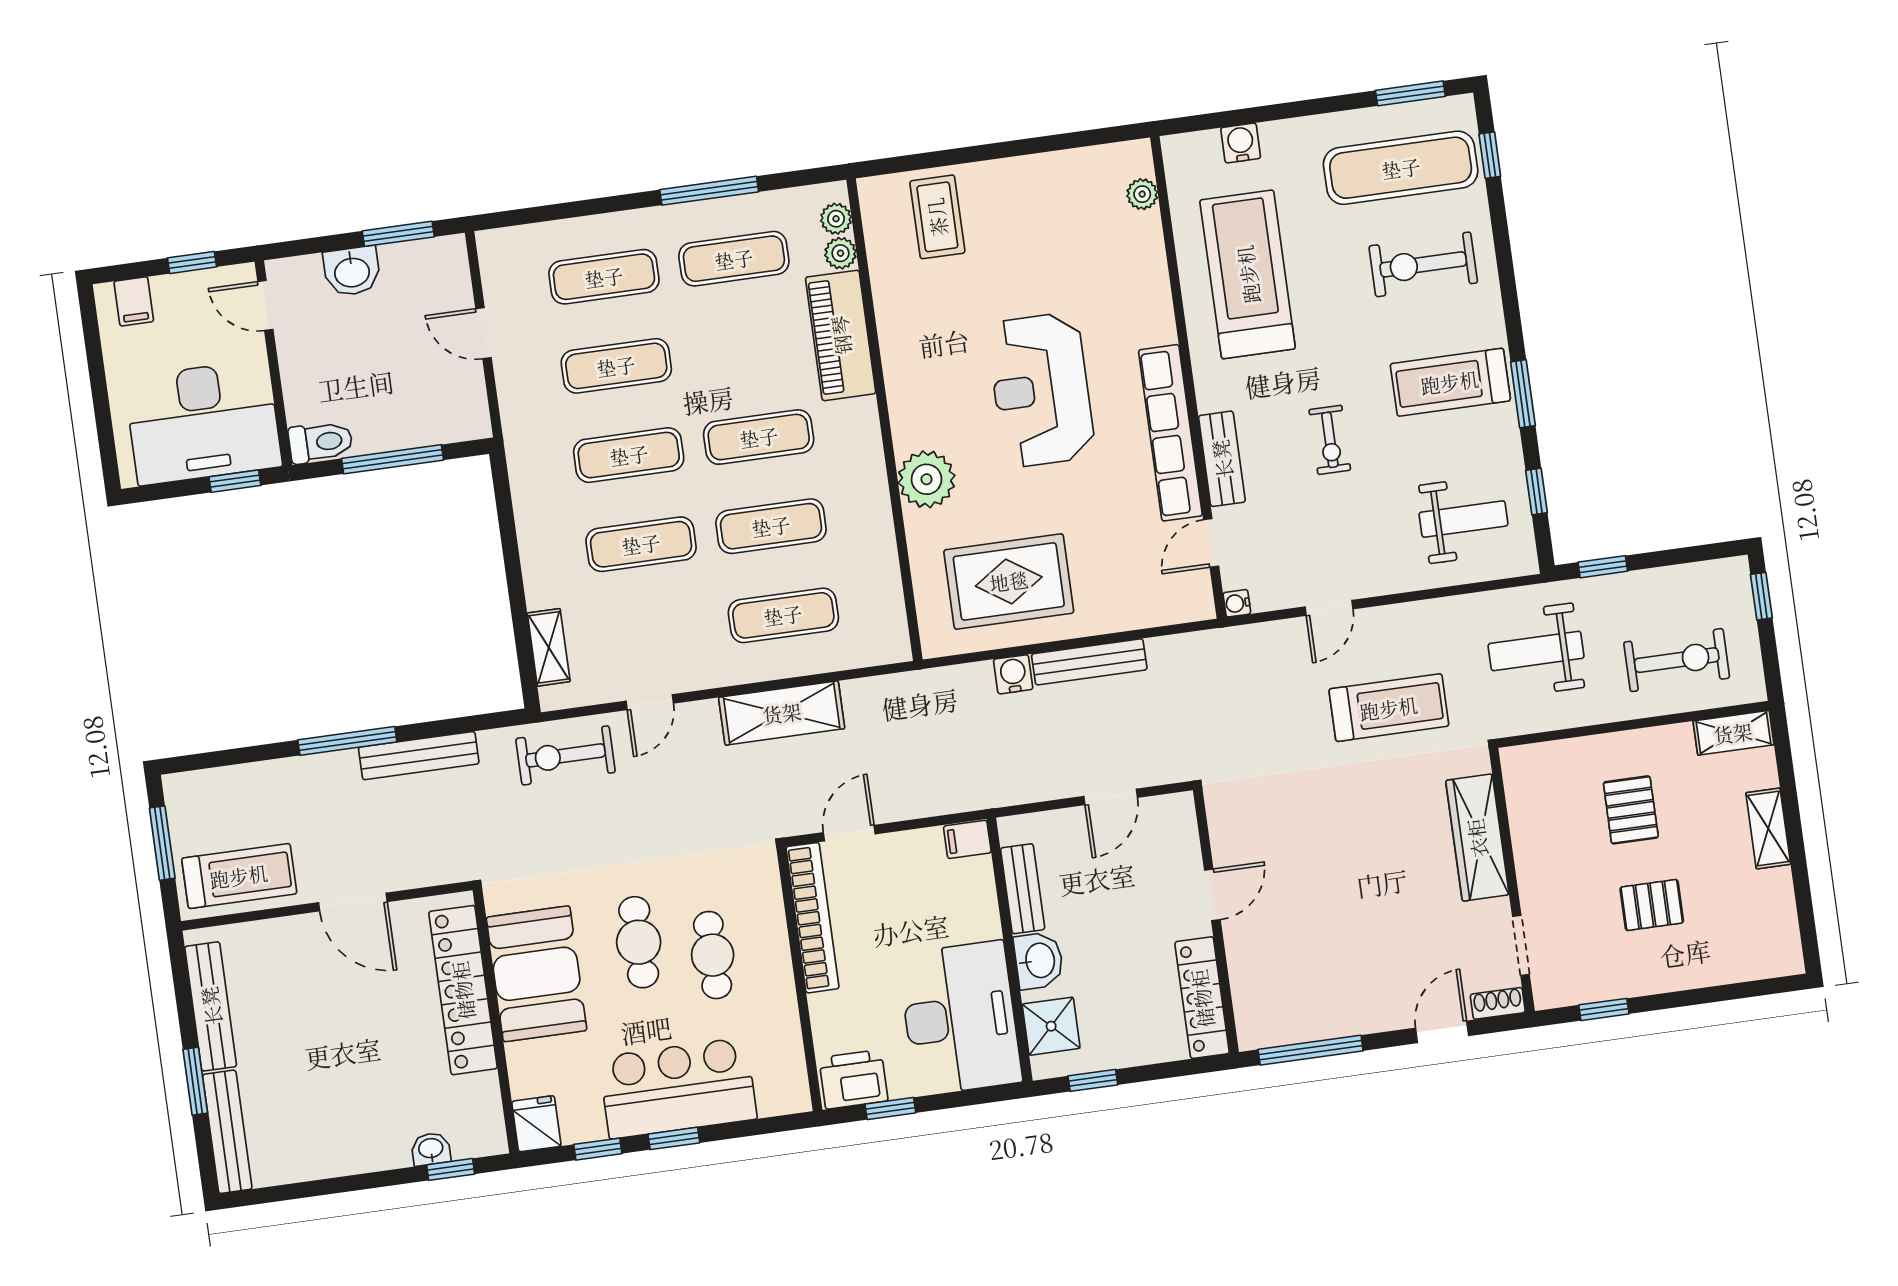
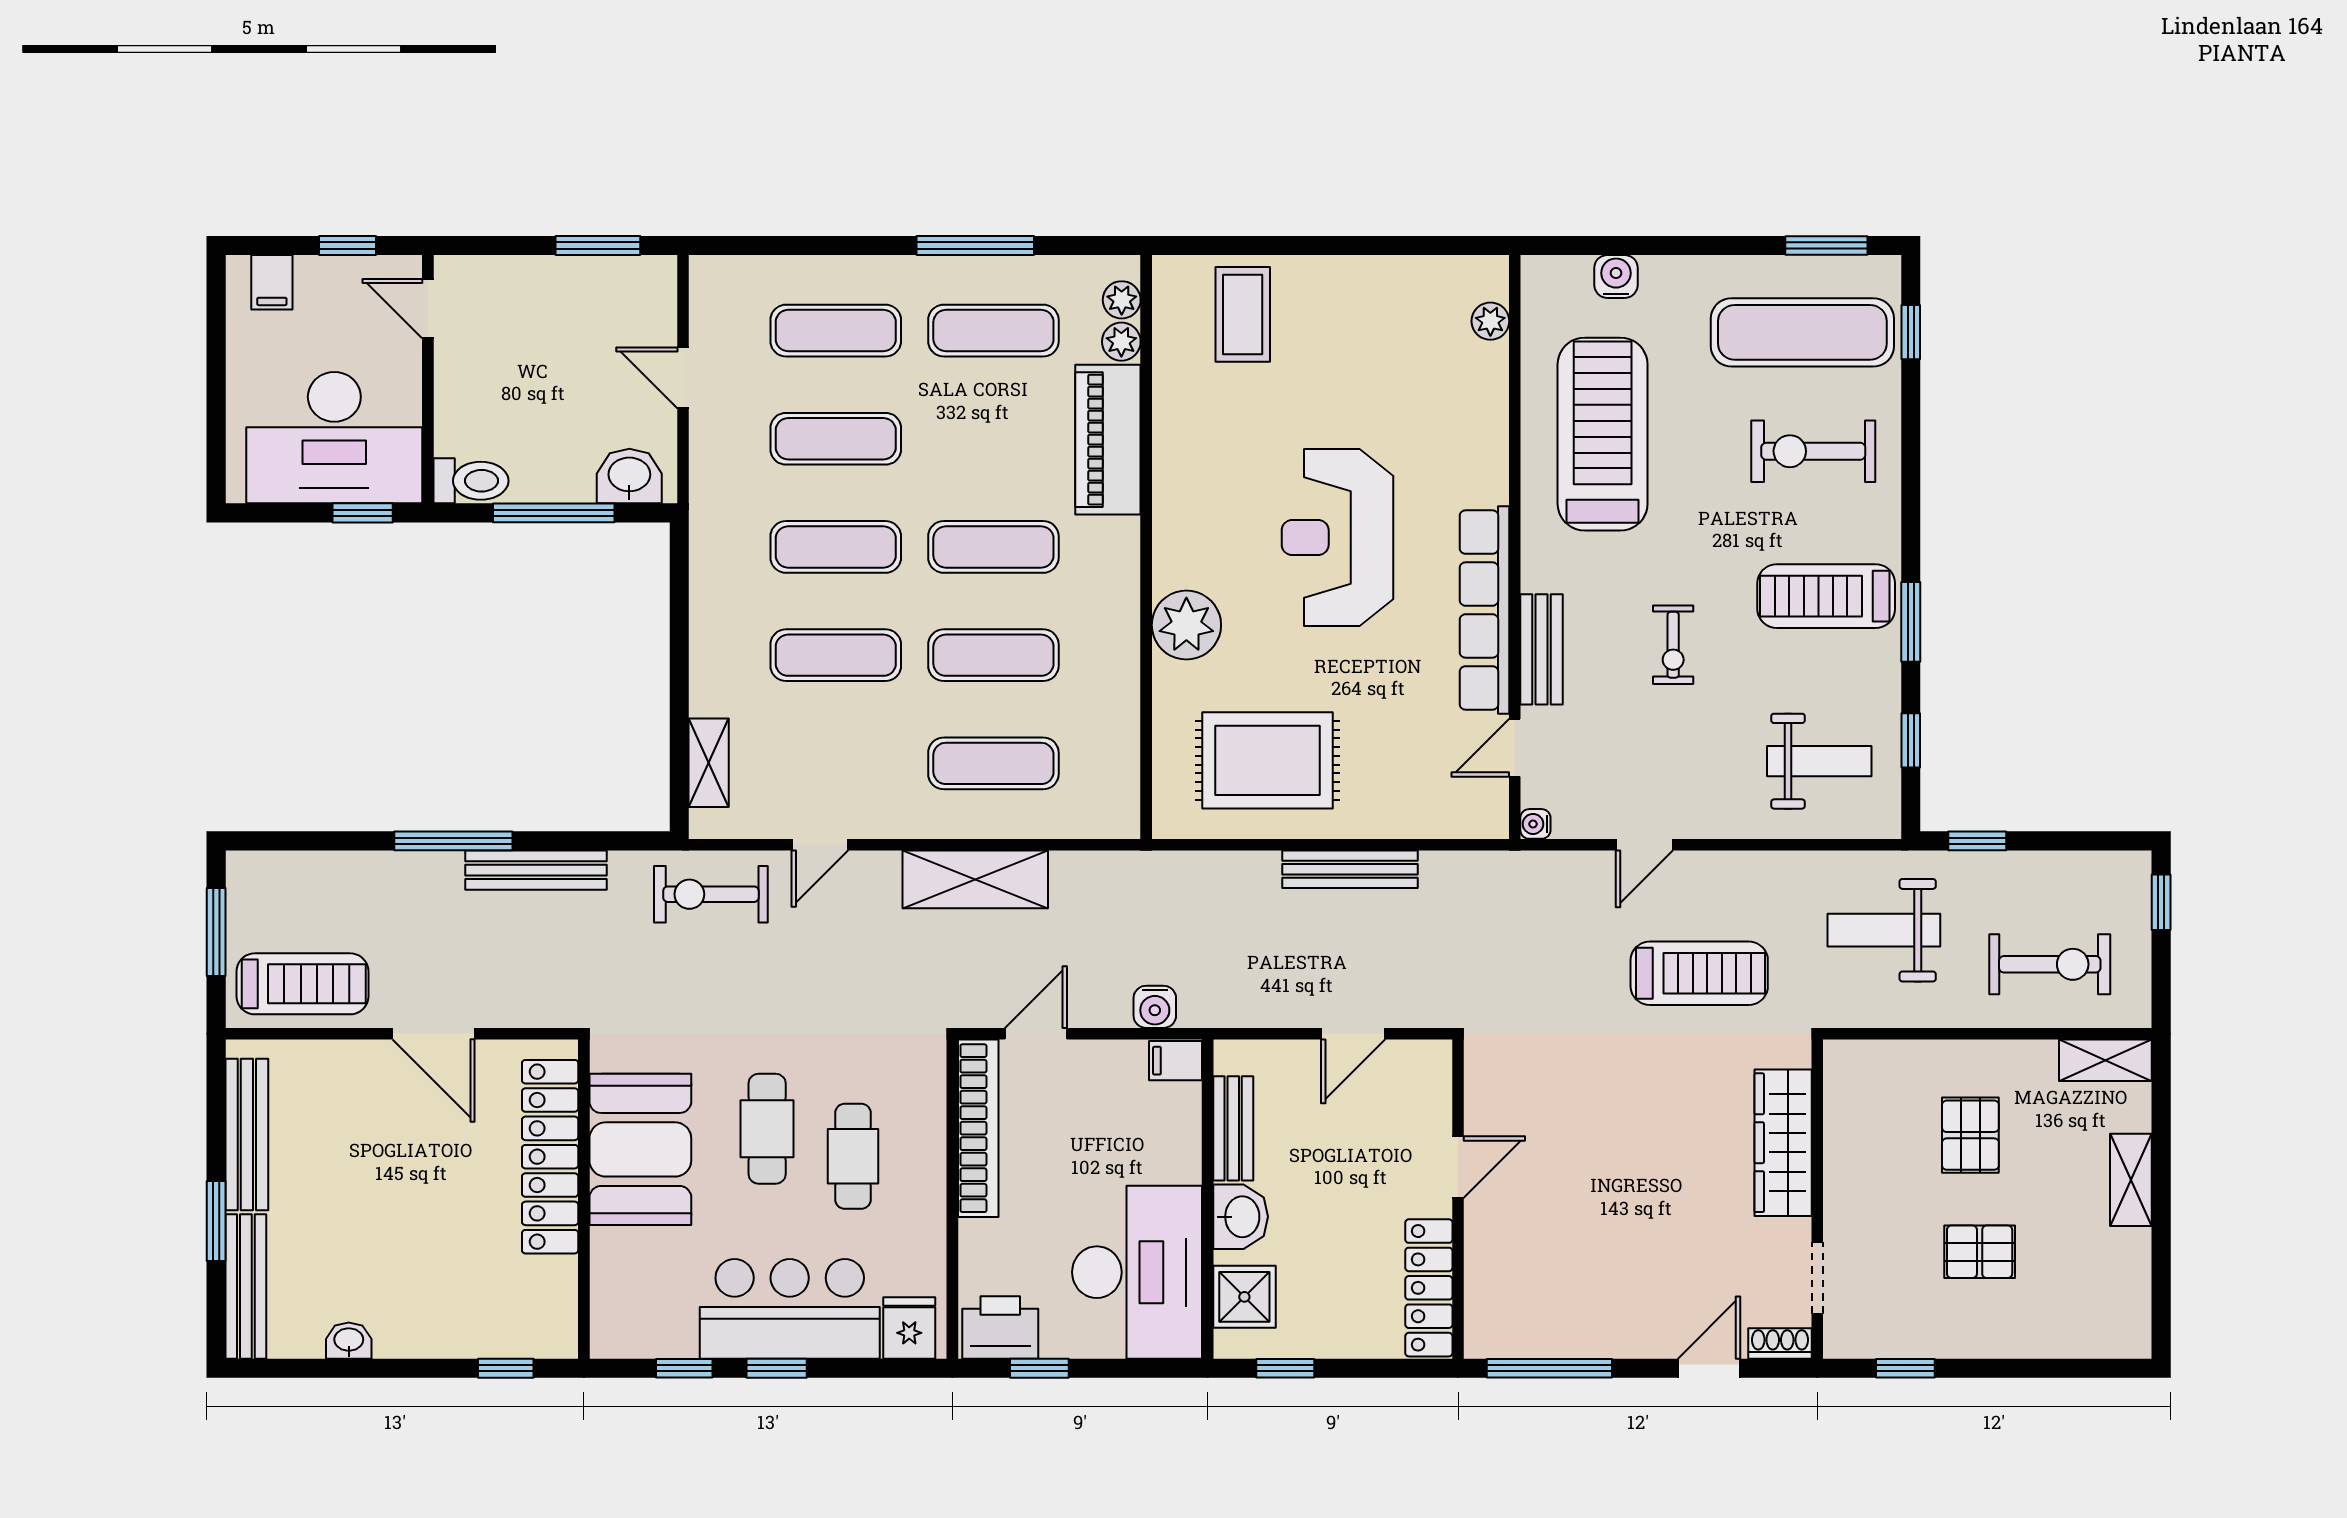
washbasin: (352, 271) -> (629, 476), moved, turned 180
water cooler: (1013, 674) -> (1155, 1007), moved, turned 180
fridge: (536, 1124) -> (909, 1328), moved
washbasin: (431, 1149) -> (349, 1341), moved

